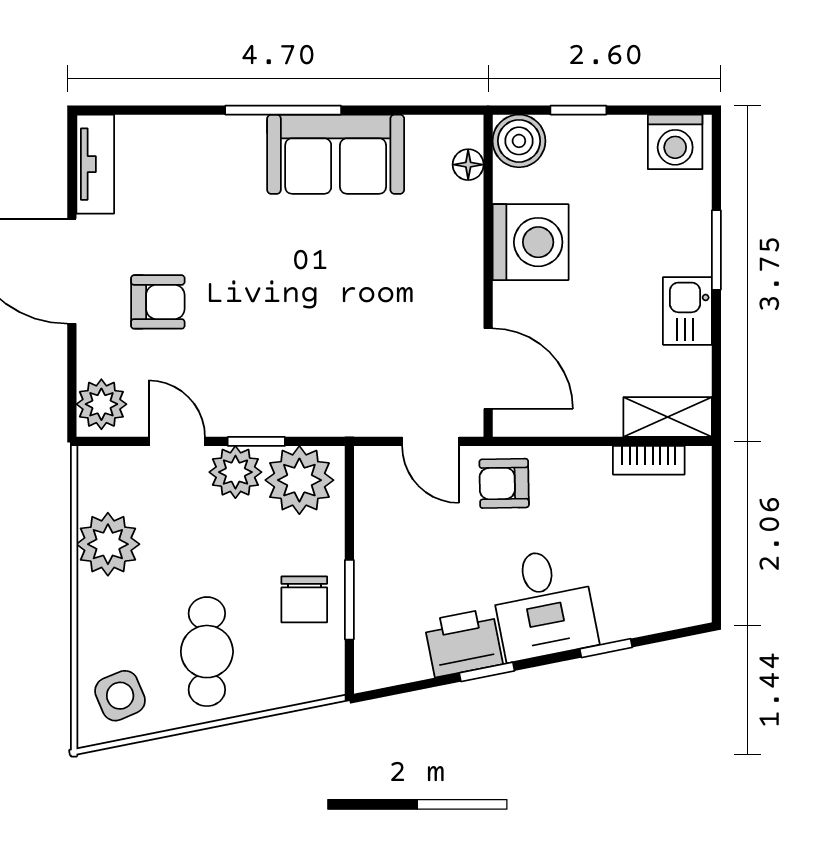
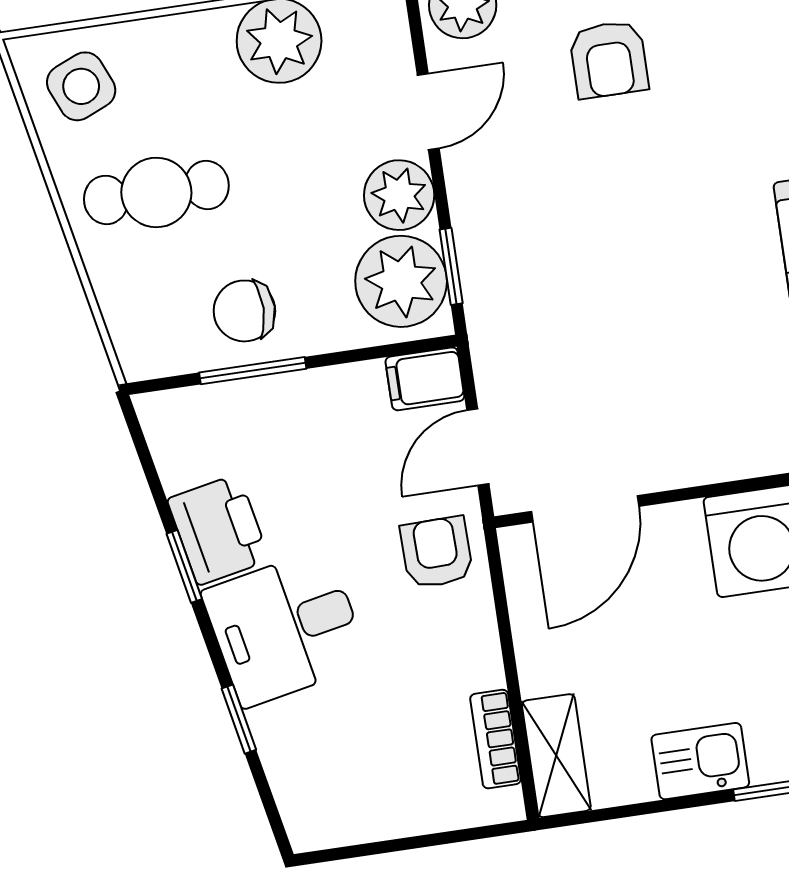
window: (256, 441) -> (451, 266), moved
filing cabinet: (374, 473) -> (425, 379), added

